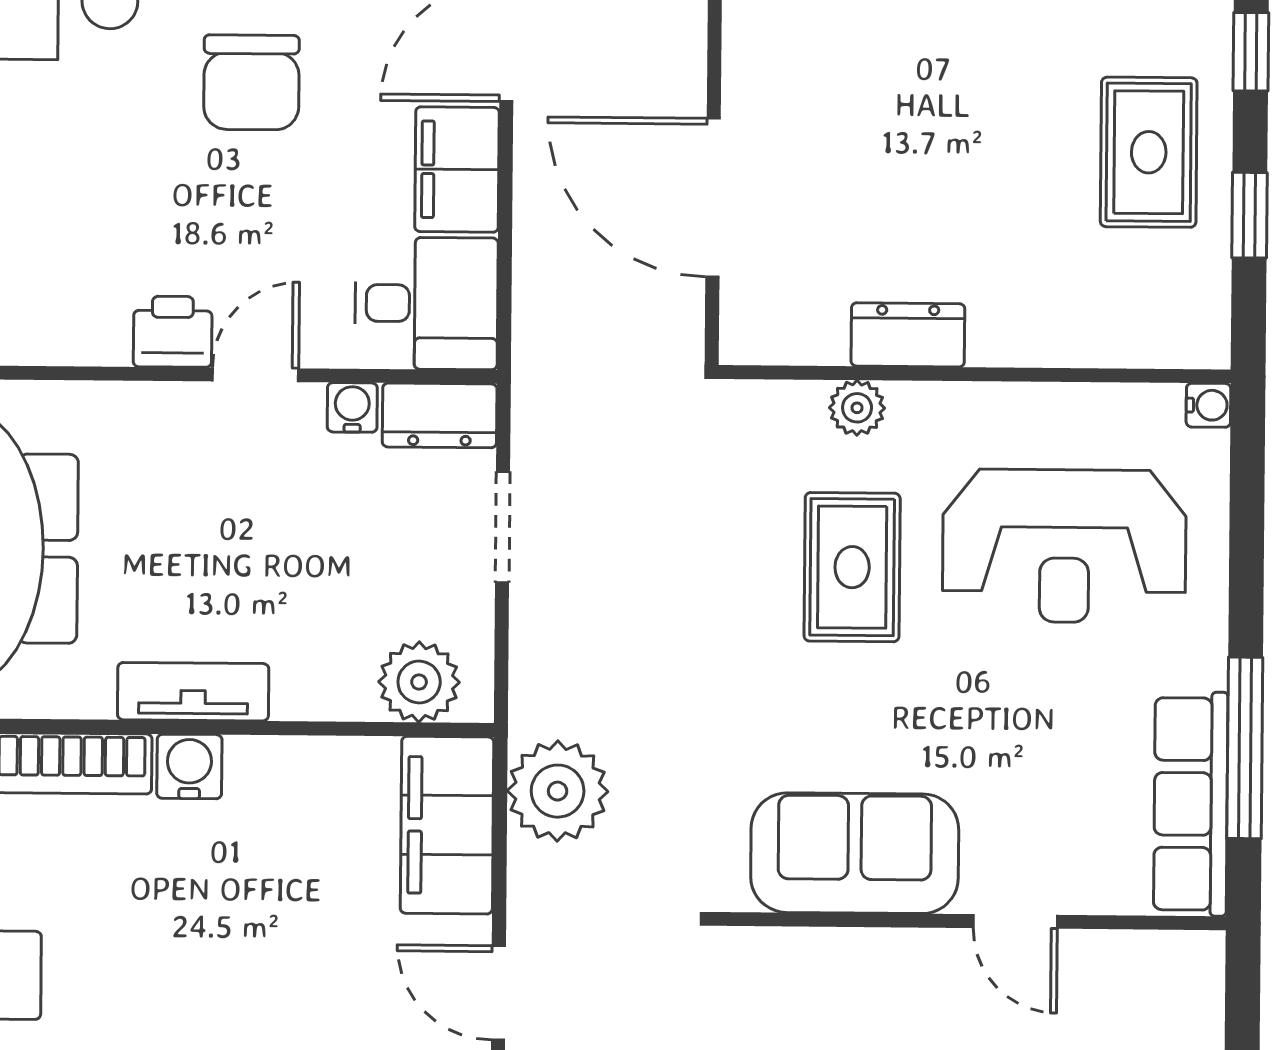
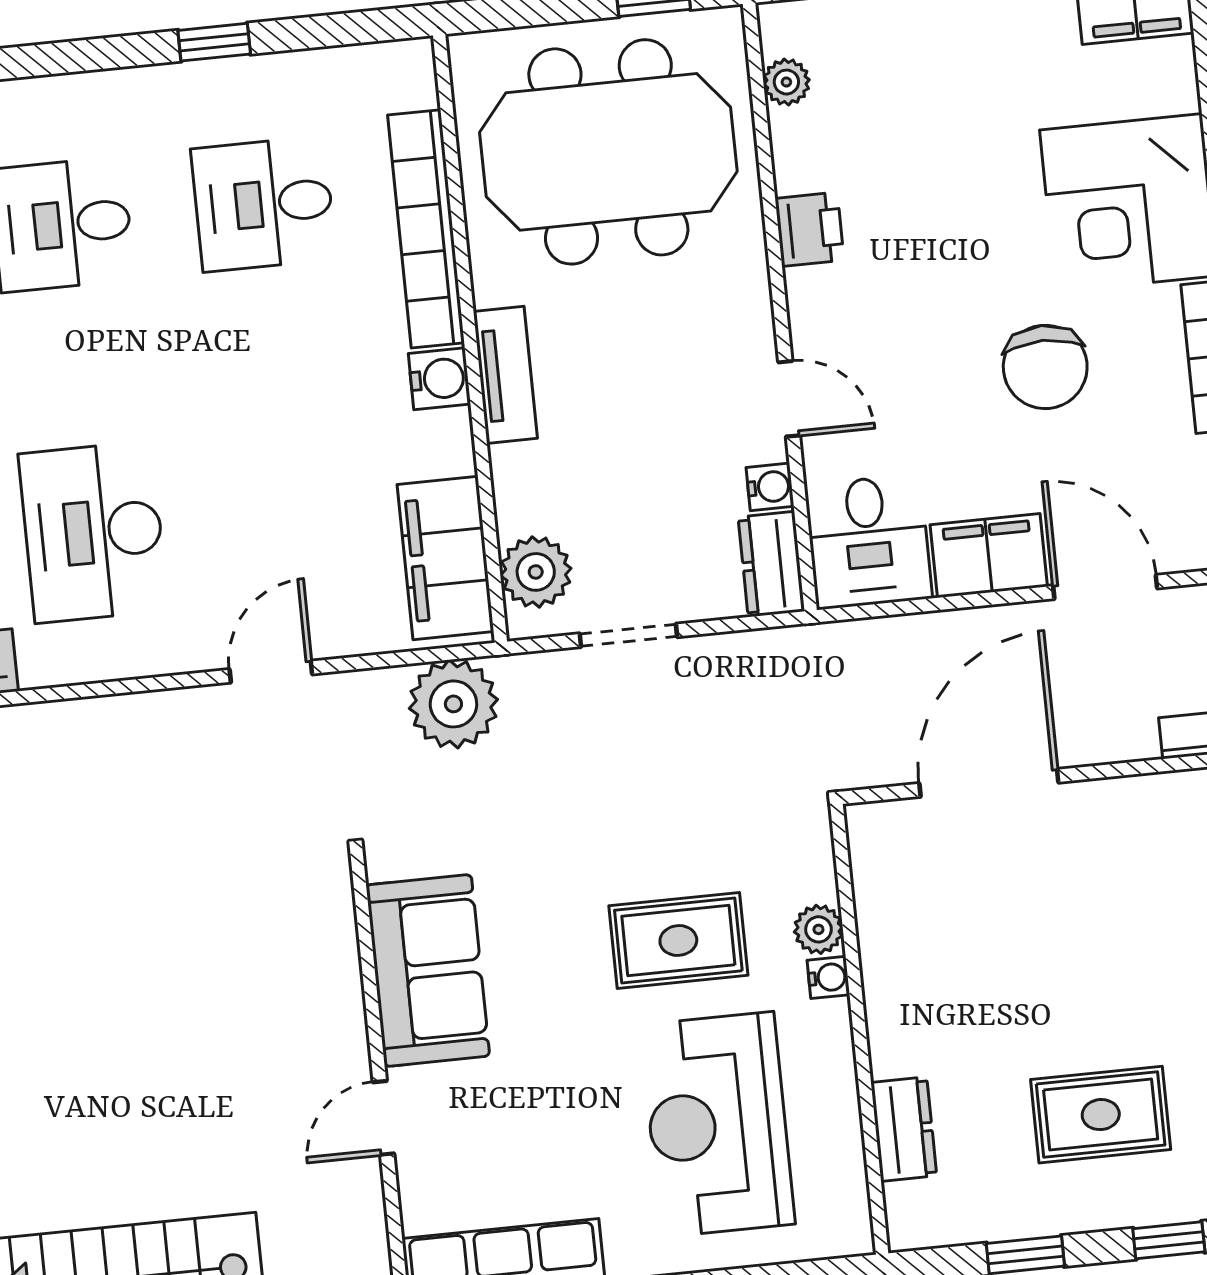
chair: (251, 82) -> (1045, 367), turned -90
rug: (1149, 152) -> (1101, 1115), moved
printer: (173, 332) -> (810, 229), moved
dresser: (908, 335) -> (904, 1129), moved
water cooler: (1208, 405) -> (828, 977), moved, turned -90
doorway: (503, 527) -> (628, 635), moved
filing cabinet: (447, 825) -> (445, 558), moved, turned -90

